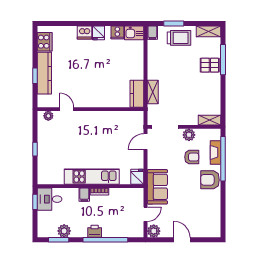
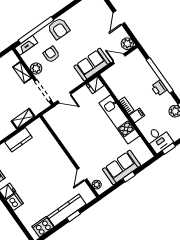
kitchen counter: (137, 94) -> (18, 140), moved
shelving: (210, 120) -> (22, 72), moved
sofa: (48, 148) -> (122, 167), added
fireplace: (216, 152) -> (26, 45), moved

